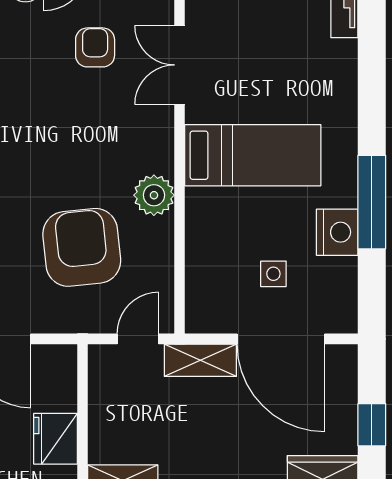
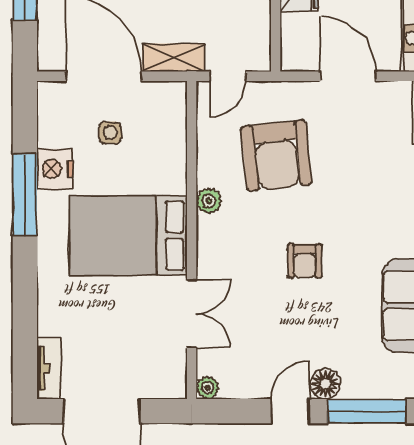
armchair: (95, 47) -> (305, 261), moved
bed: (253, 155) -> (128, 236), width x1.50
plant: (154, 195) -> (209, 201), width x0.73, depth x0.73

